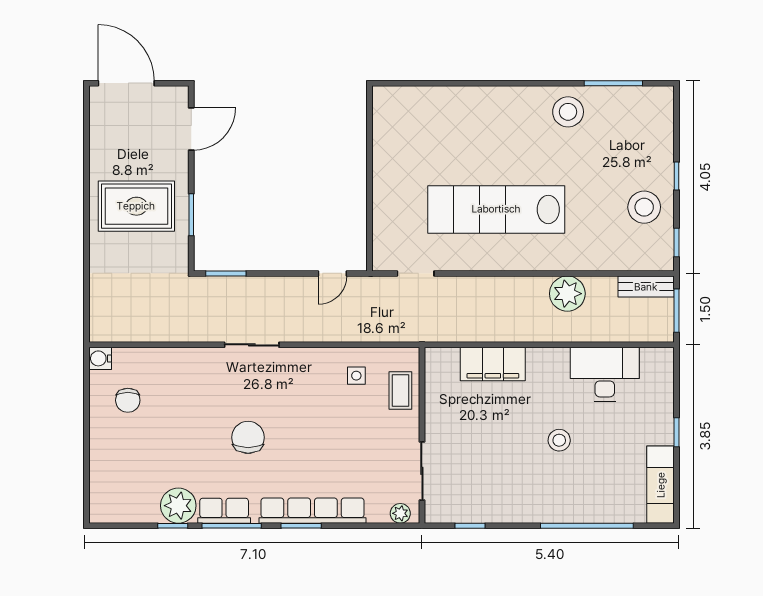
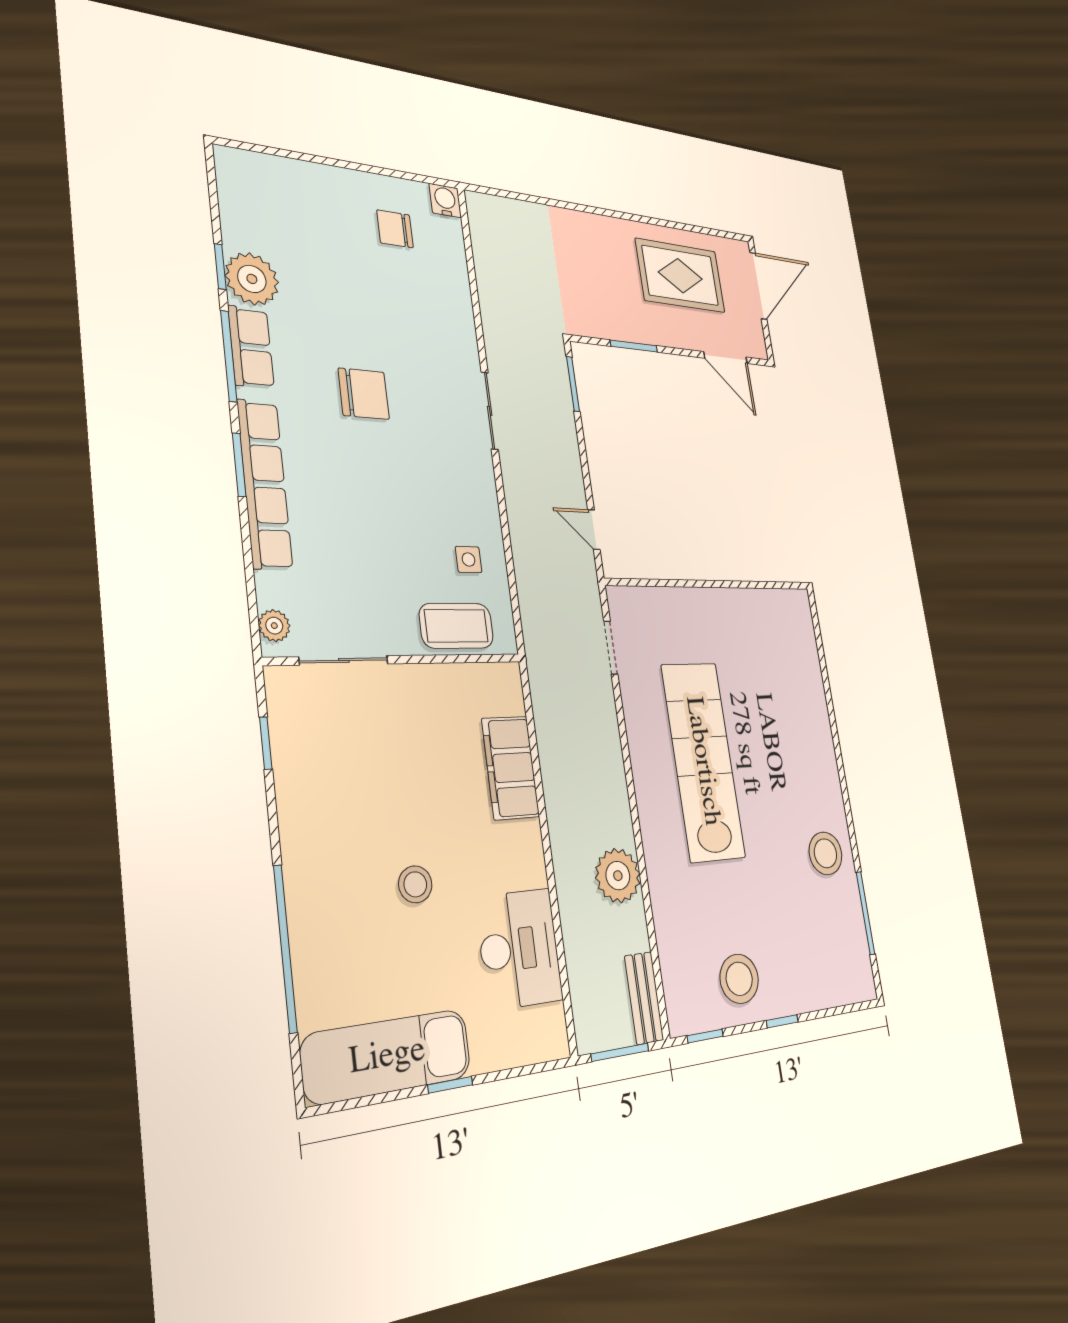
rug: (136, 206) -> (680, 276), moved, turned 90
coffee table: (400, 391) -> (456, 626), width x1.36, depth x1.30
exam couch: (661, 485) -> (387, 1056), width x1.36, depth x1.45

